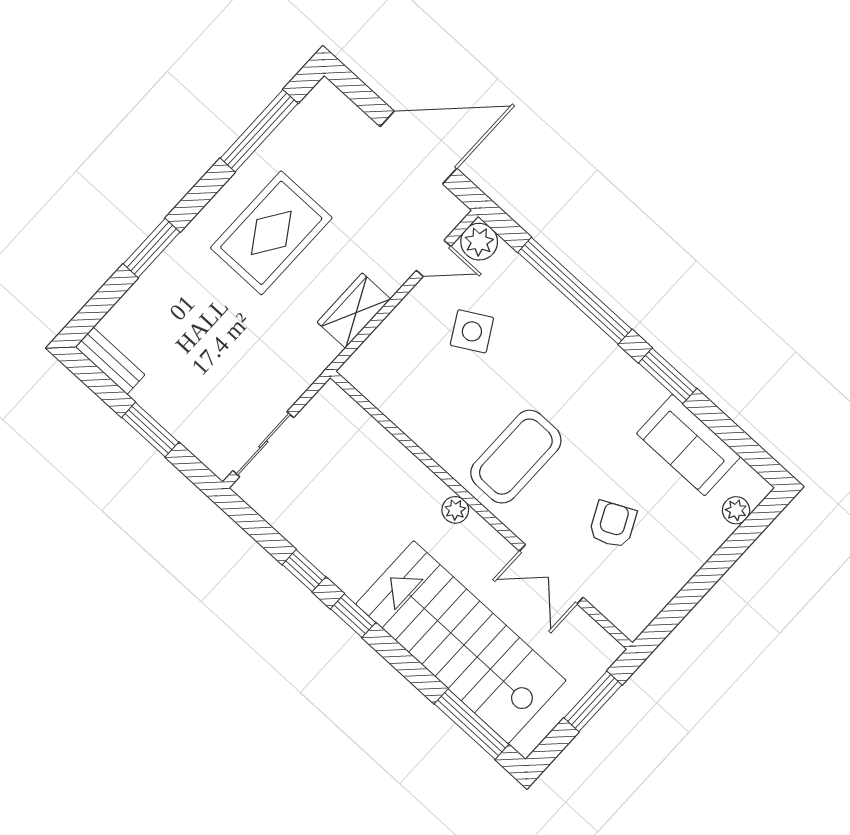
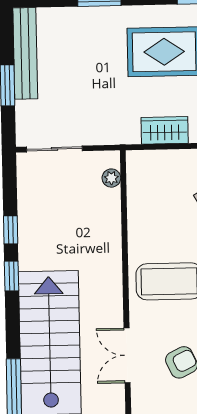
bench: (110, 361) -> (25, 53), width x1.86, depth x1.21
plant: (455, 510) -> (111, 178), moved

